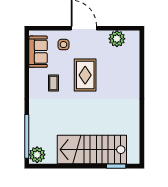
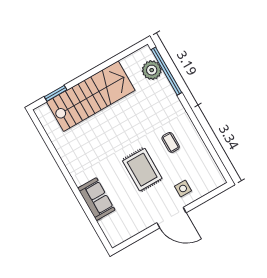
plant: (117, 39) -> (131, 226), removed
sofa: (38, 52) -> (96, 199), moved, turned 180
plant: (37, 155) -> (152, 70), moved

